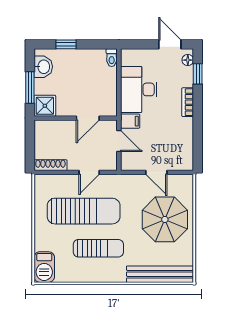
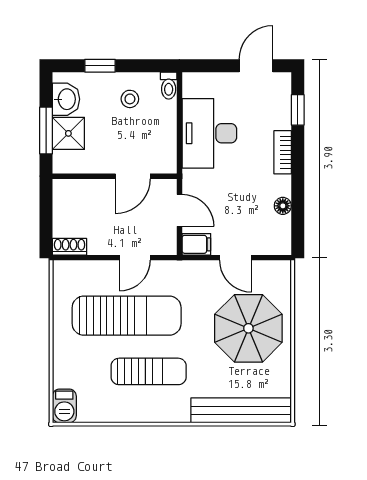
door: (170, 44) -> (256, 66), hinge flipped
floor lamp: (188, 60) -> (283, 206), moved
stool: (86, 67) -> (130, 99), added
shower: (45, 106) -> (68, 133), moved
filing cabinet: (130, 121) -> (196, 244), moved
shoe rack: (50, 165) -> (70, 247), width x0.70
barbecue: (44, 267) -> (64, 406), width x0.73, depth x0.79

